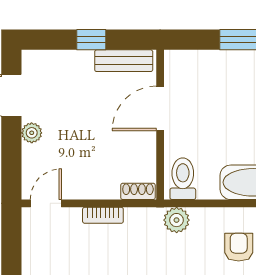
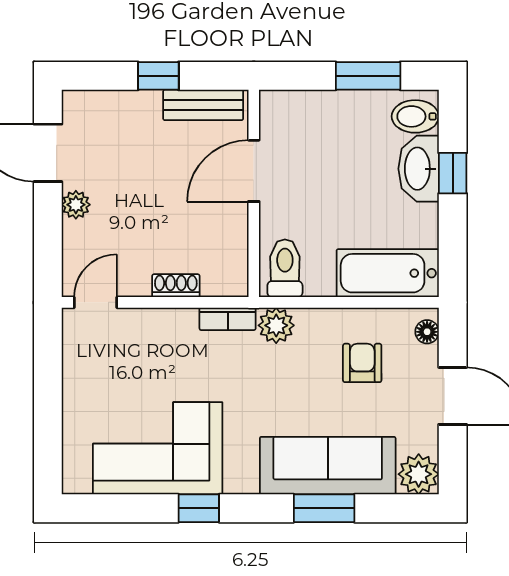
shoe rack: (138, 191) -> (176, 286), moved
bookcase: (103, 215) -> (228, 319), moved

